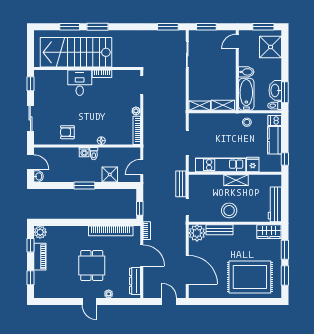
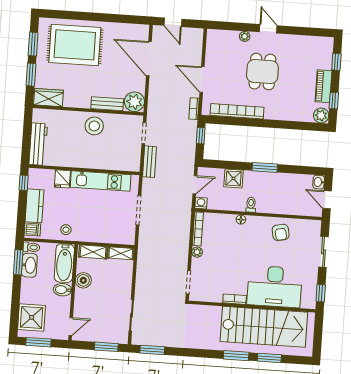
boiler: (229, 81) -> (83, 280), added
desk: (80, 83) -> (275, 287), width x1.87, depth x1.30
armchair: (67, 132) -> (281, 232), turned 78
washing machine: (84, 152) -> (201, 203), moved
shelving: (236, 180) -> (84, 162), removed
workbench: (275, 204) -> (38, 144), moved
dresser: (135, 281) -> (212, 50), removed

